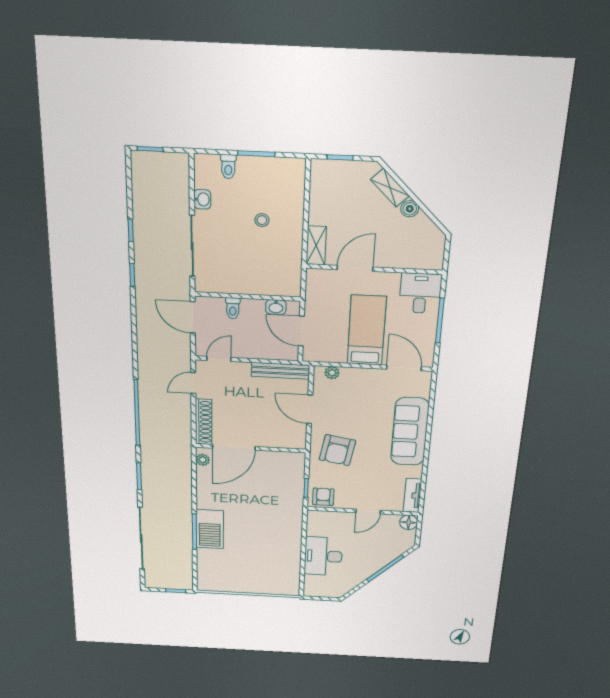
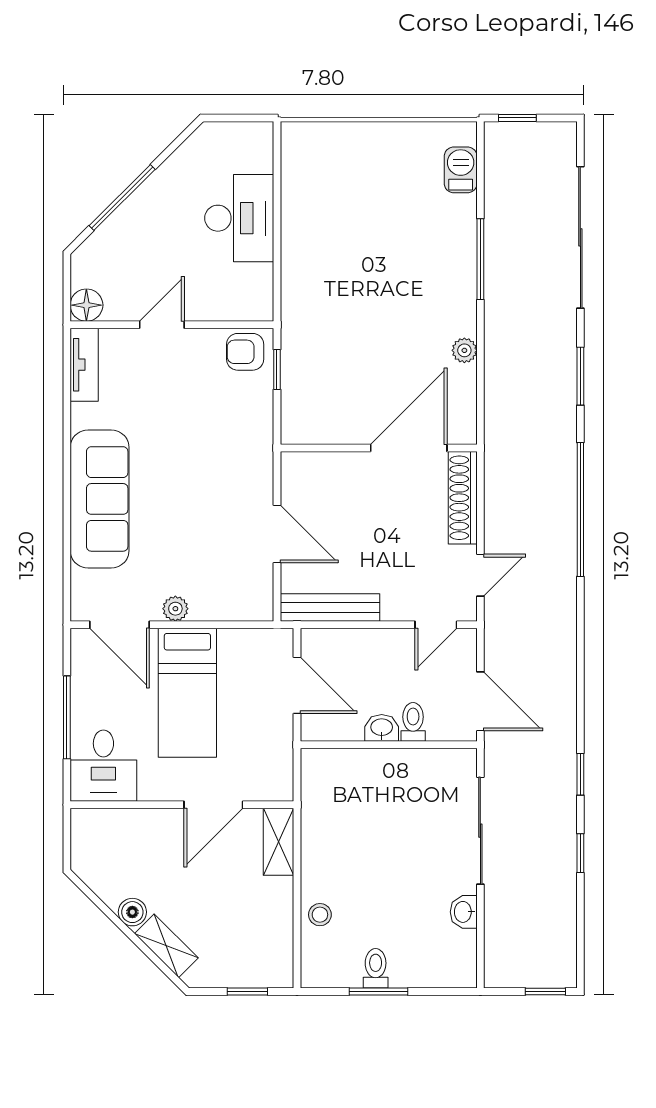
toilet: (228, 167) -> (376, 968), moved
stool: (262, 220) -> (320, 915), moved
washbasin: (276, 307) -> (382, 728), moved
plant: (332, 373) -> (175, 609), moved
armchair: (337, 450) -> (225, 453), removed
plant: (203, 460) -> (464, 350), moved
armchair: (323, 497) -> (245, 352), turned 90
barbecue: (210, 529) -> (461, 170), moved, width x0.53, depth x0.65

